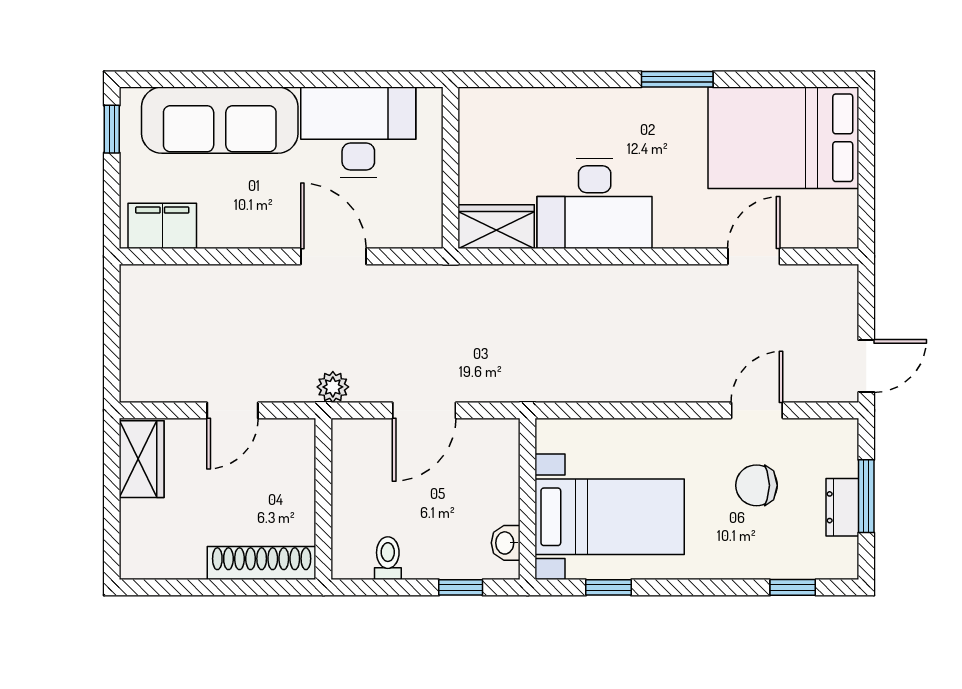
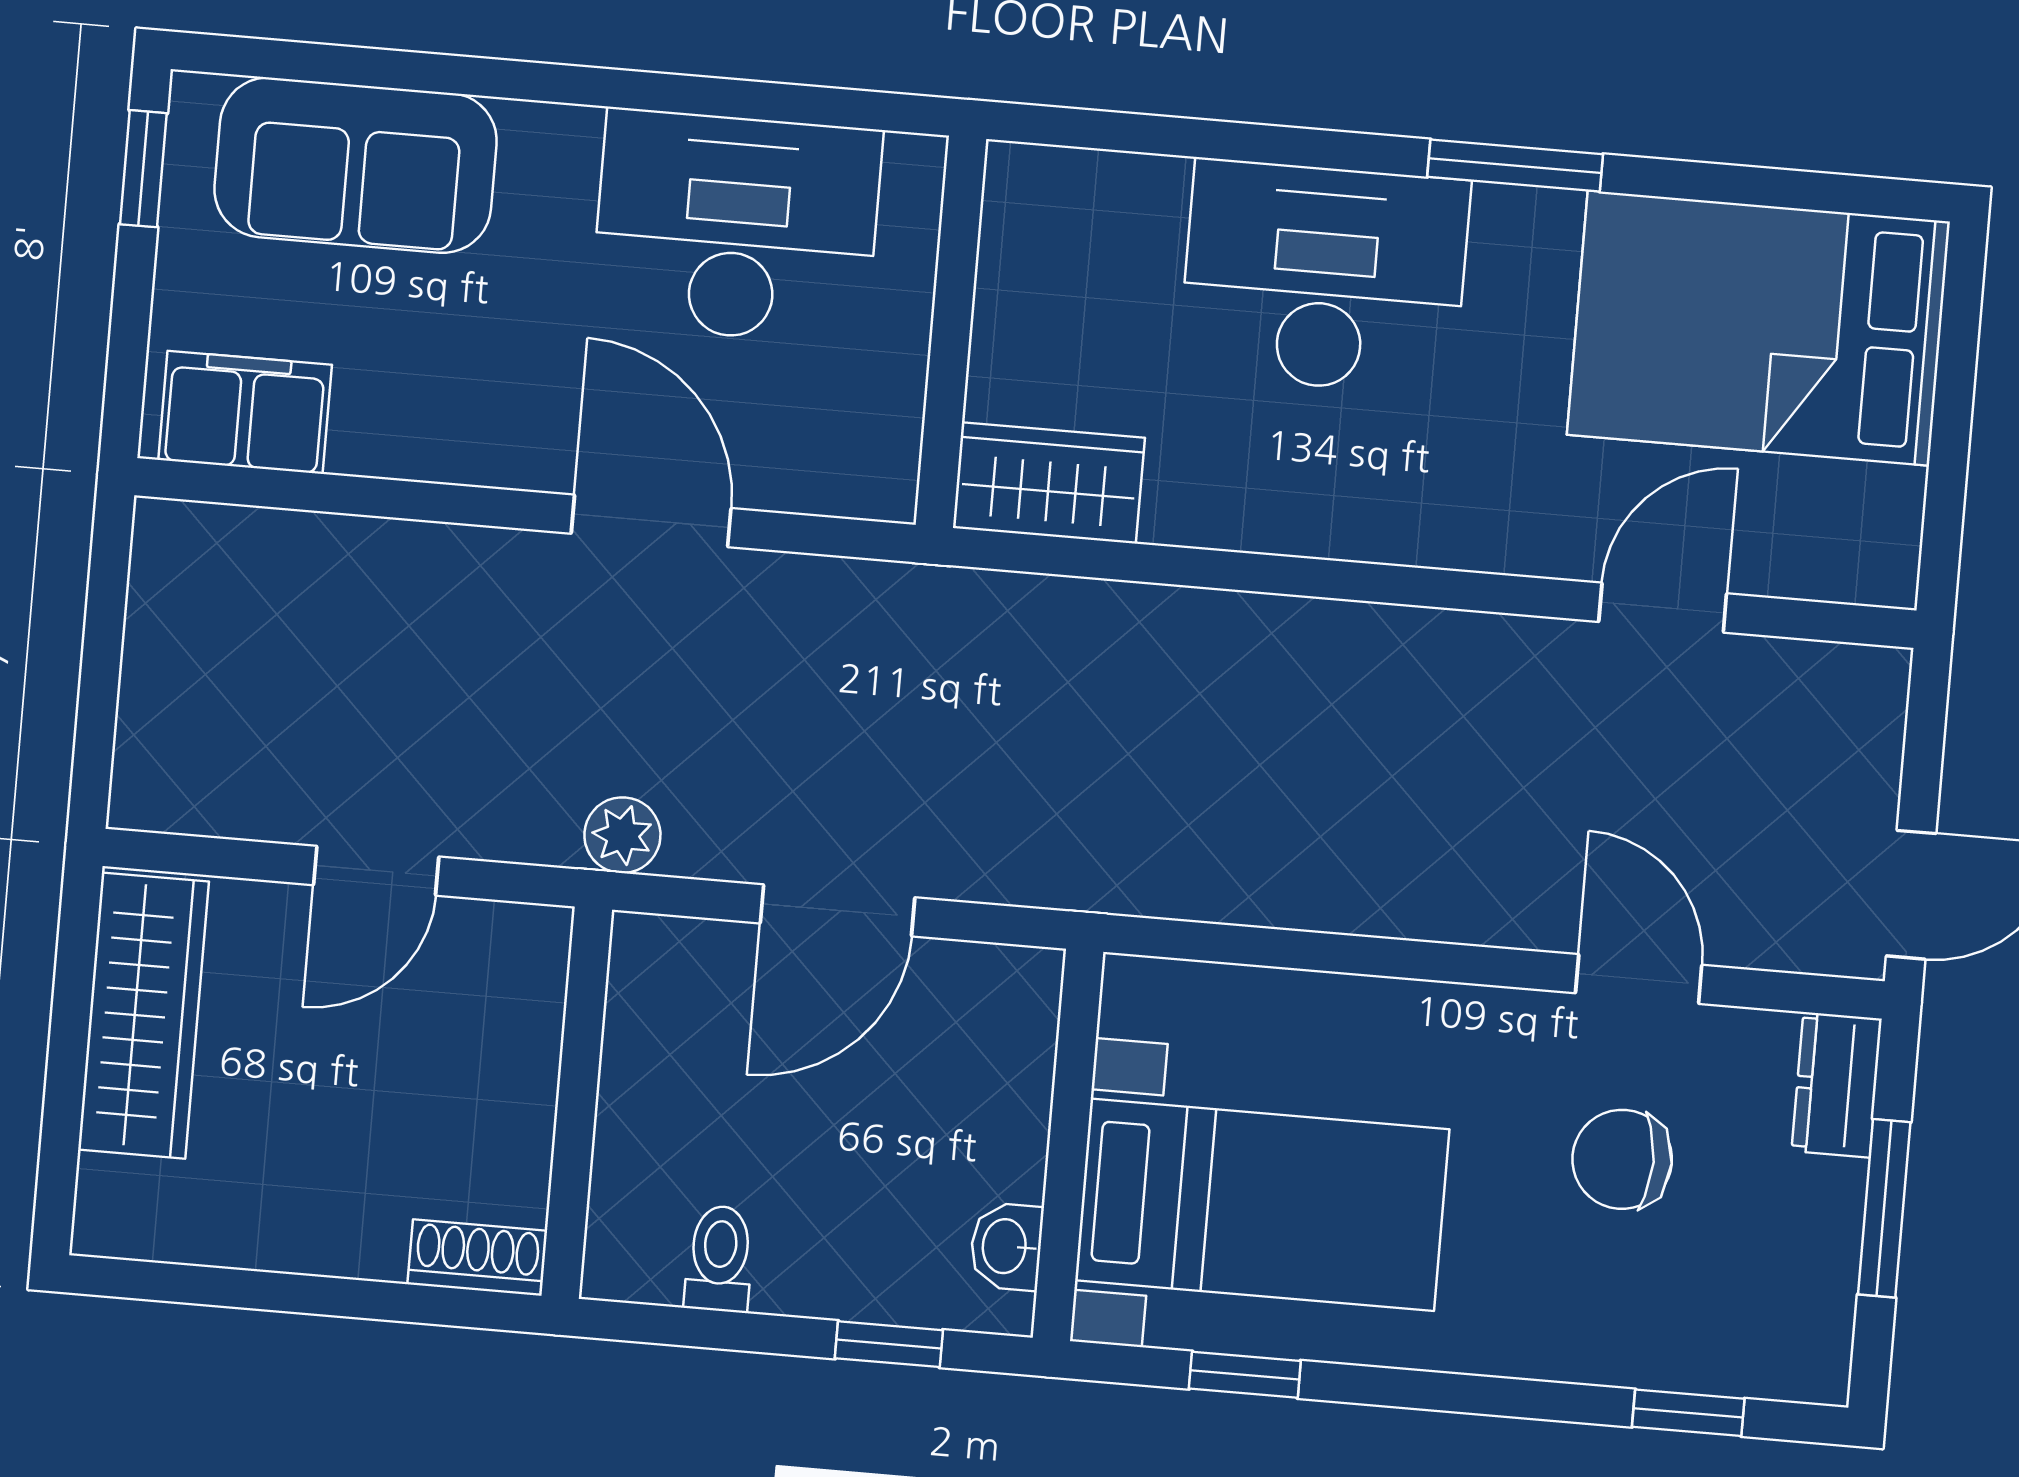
sofa: (220, 120) -> (356, 165), width x0.73
desk: (595, 204) -> (1324, 277), moved, turned 180
door: (757, 410) -> (1639, 979), hinge flipped
wardrobe: (142, 459) -> (143, 1016), width x1.50
dresser: (842, 507) -> (1837, 1085), moved
shoe rack: (262, 563) -> (477, 1257), width x0.51, depth x0.81

